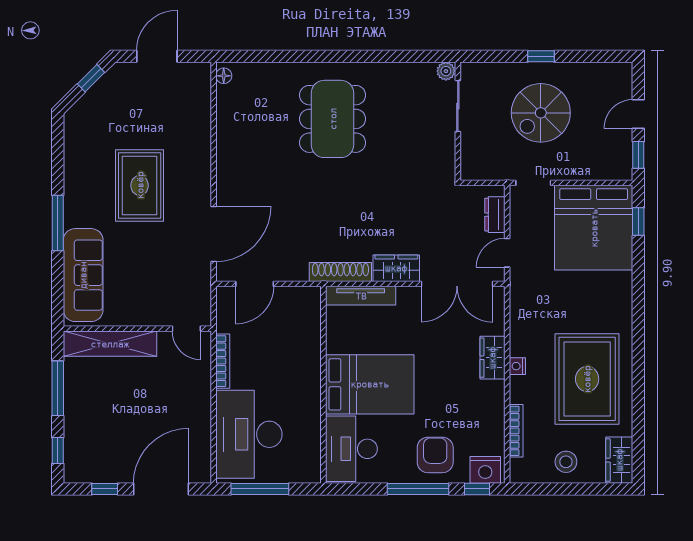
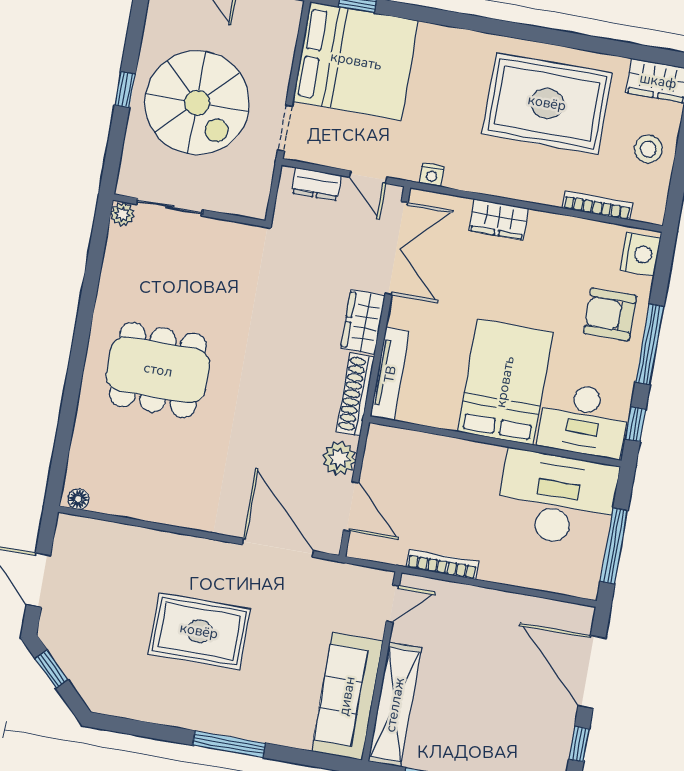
spiral stairs: (541, 113) -> (197, 103), width x1.37, depth x1.37
plant: (290, 268) -> (339, 458), added
sofa: (83, 275) -> (347, 696), moved, turned -90
nightstand: (517, 366) -> (432, 175), moved
desk: (249, 434) -> (557, 499), moved, turned 180
window: (477, 489) -> (635, 424), moved

